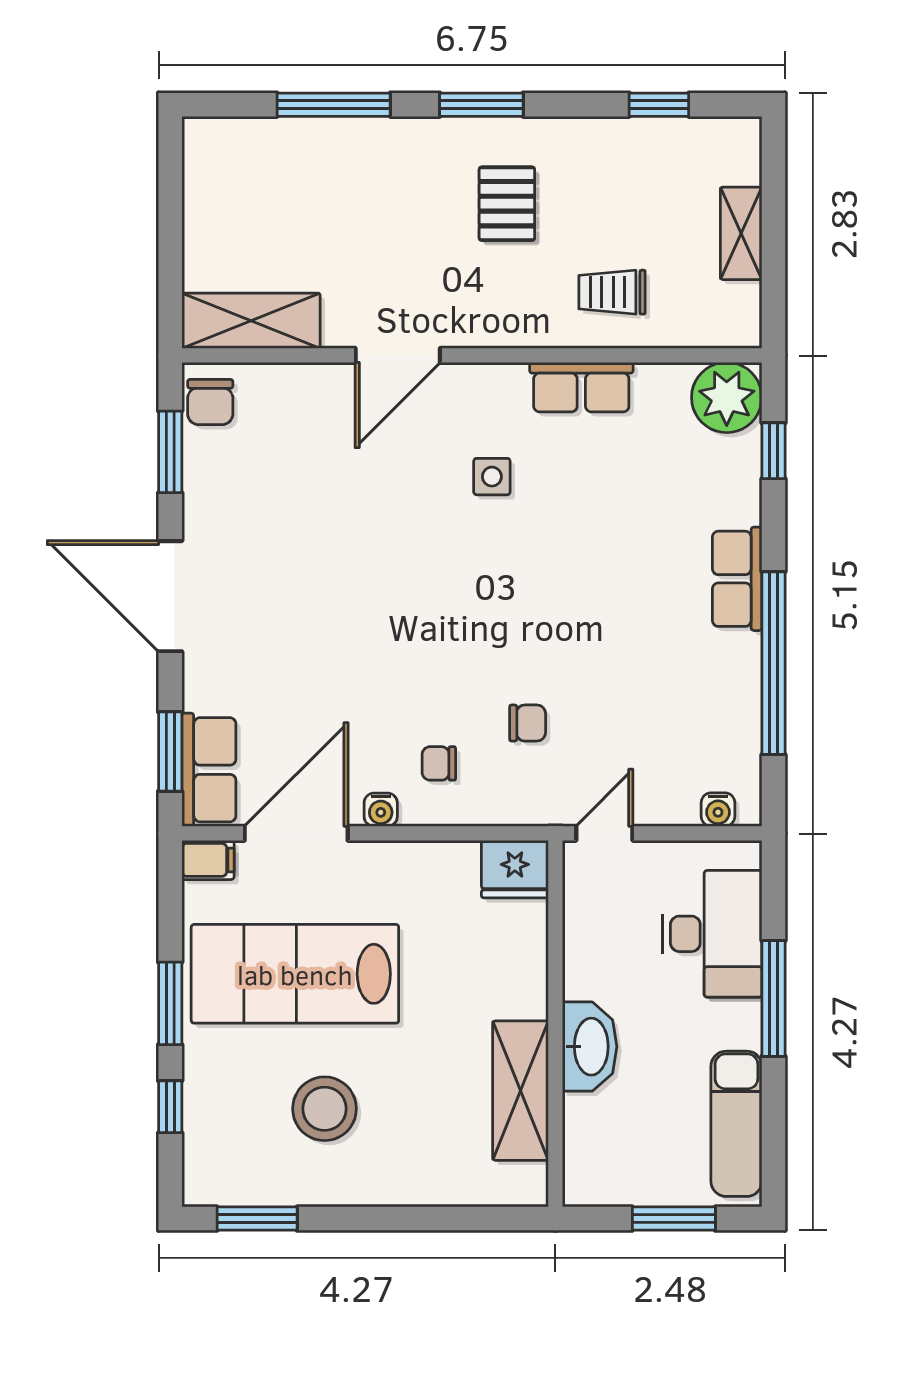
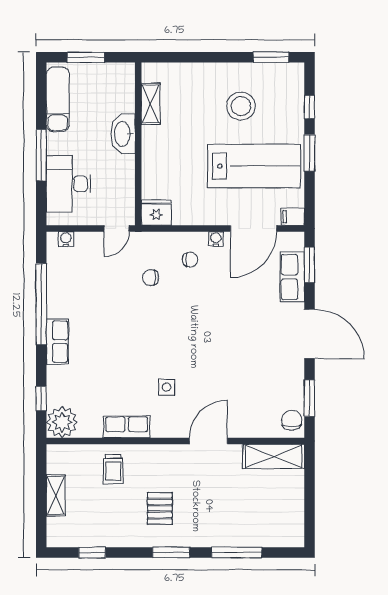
trolley: (612, 292) -> (113, 469), turned 90
row of seats: (209, 770) -> (292, 277), moved
shelving: (521, 1091) -> (151, 104), width x0.67, depth x0.75

